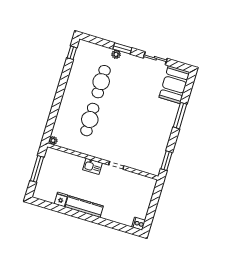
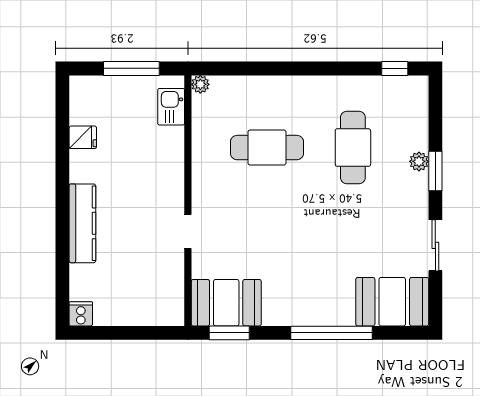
cafe table: (101, 82) -> (353, 148), turned 90
window: (180, 116) -> (331, 333), width x1.46
booth: (153, 158) -> (226, 303), added
kitchen sink: (92, 166) -> (171, 107), moved
kitchen counter: (84, 207) -> (82, 223), moved

